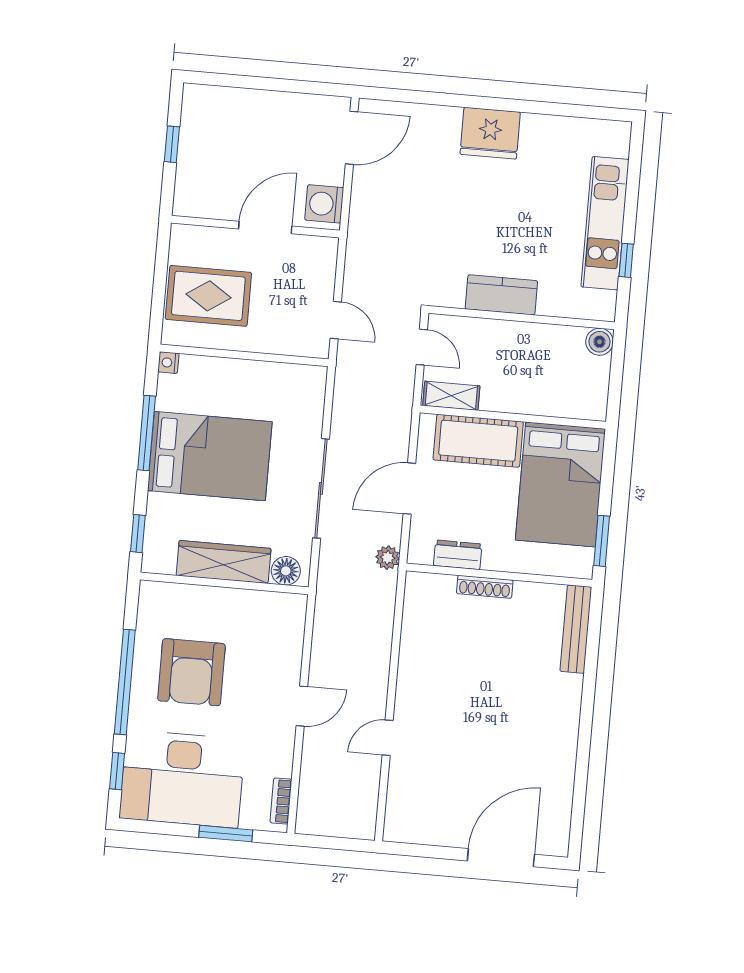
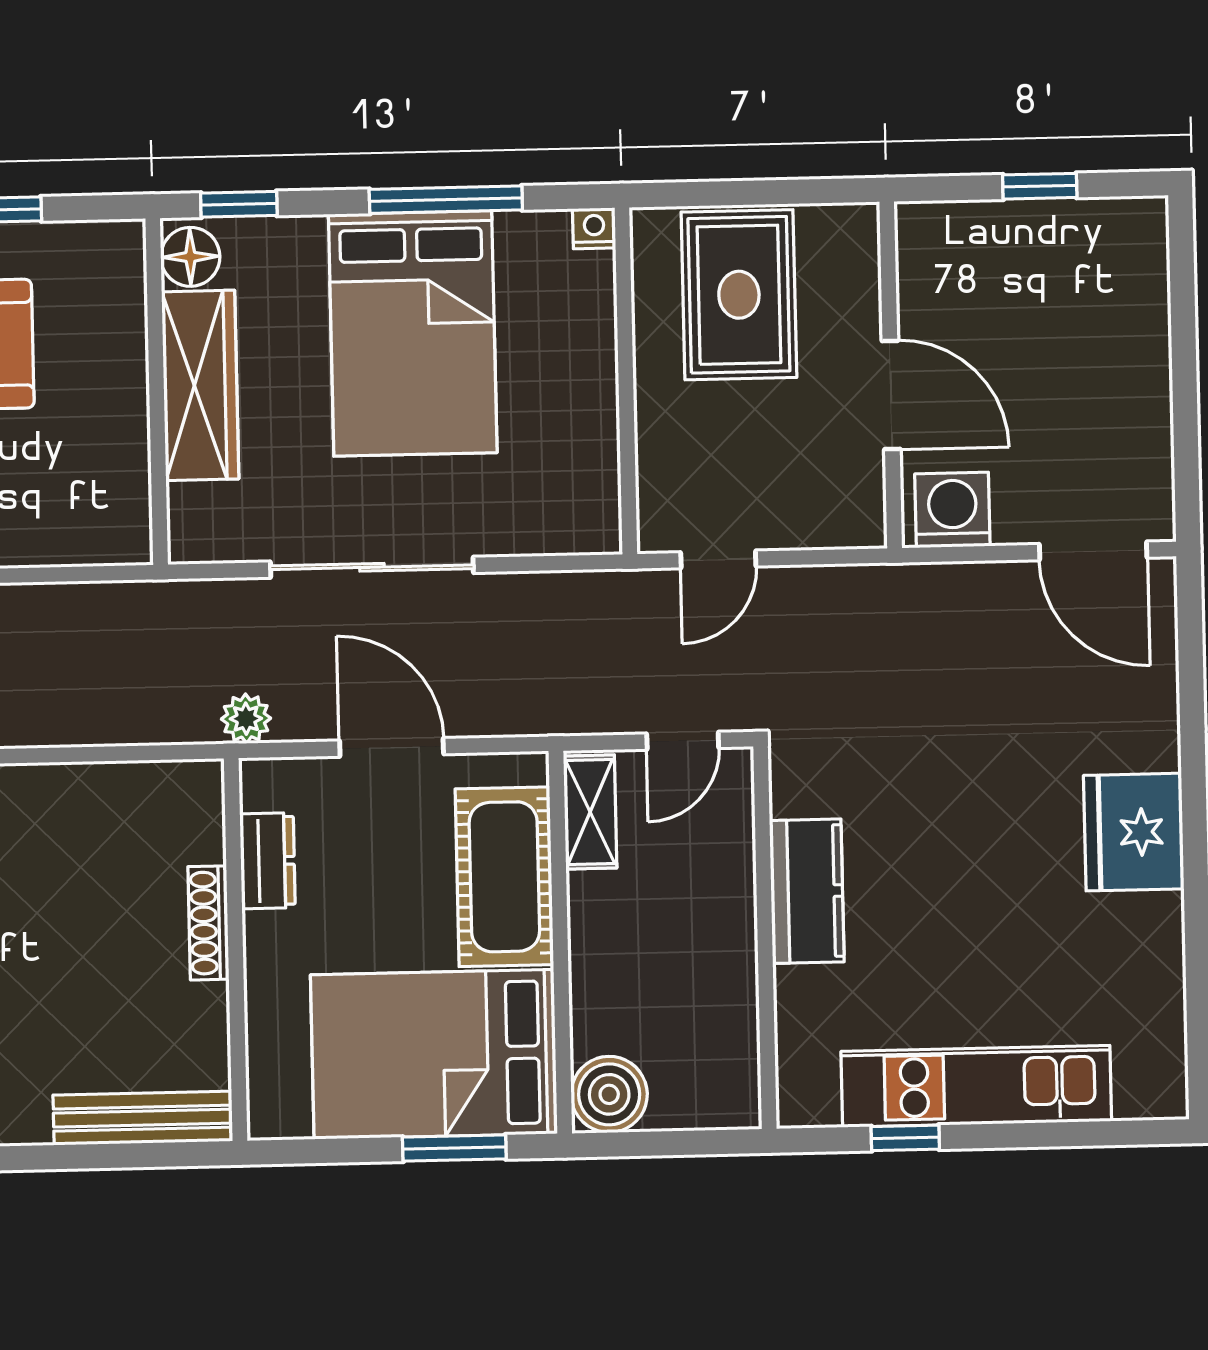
boiler: (600, 342) -> (609, 1094), moved, width x1.36, depth x1.36
window: (602, 541) -> (454, 1148), moved
floor lamp: (286, 571) -> (190, 257), moved

